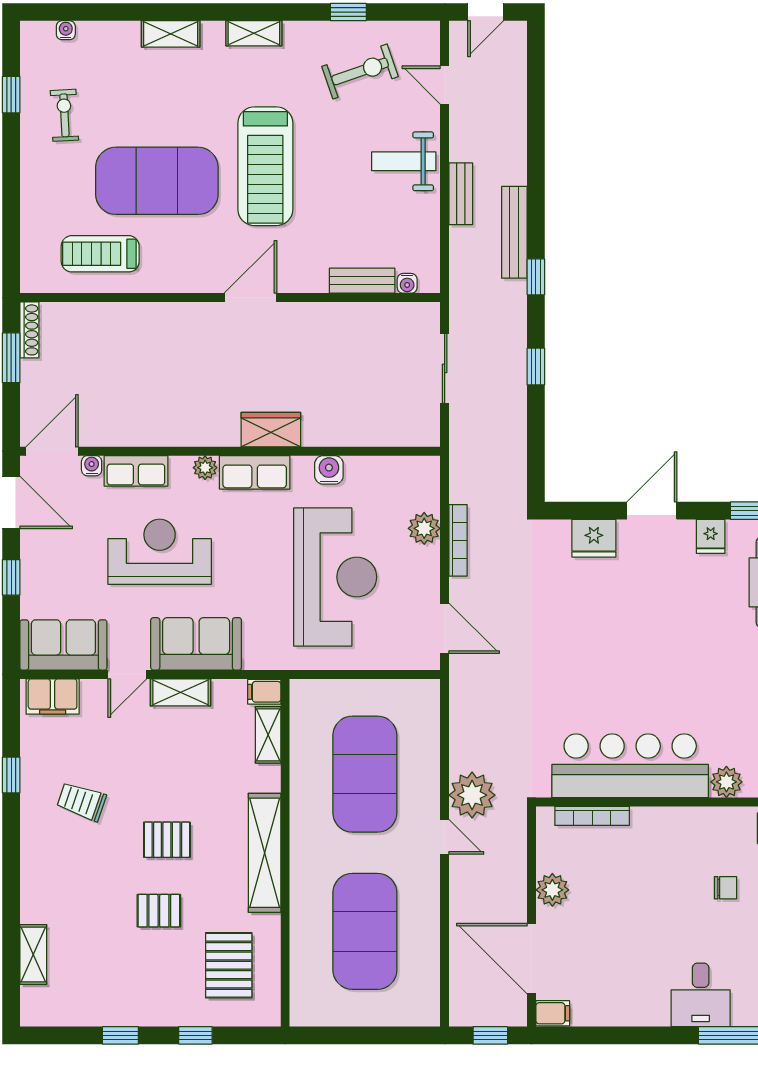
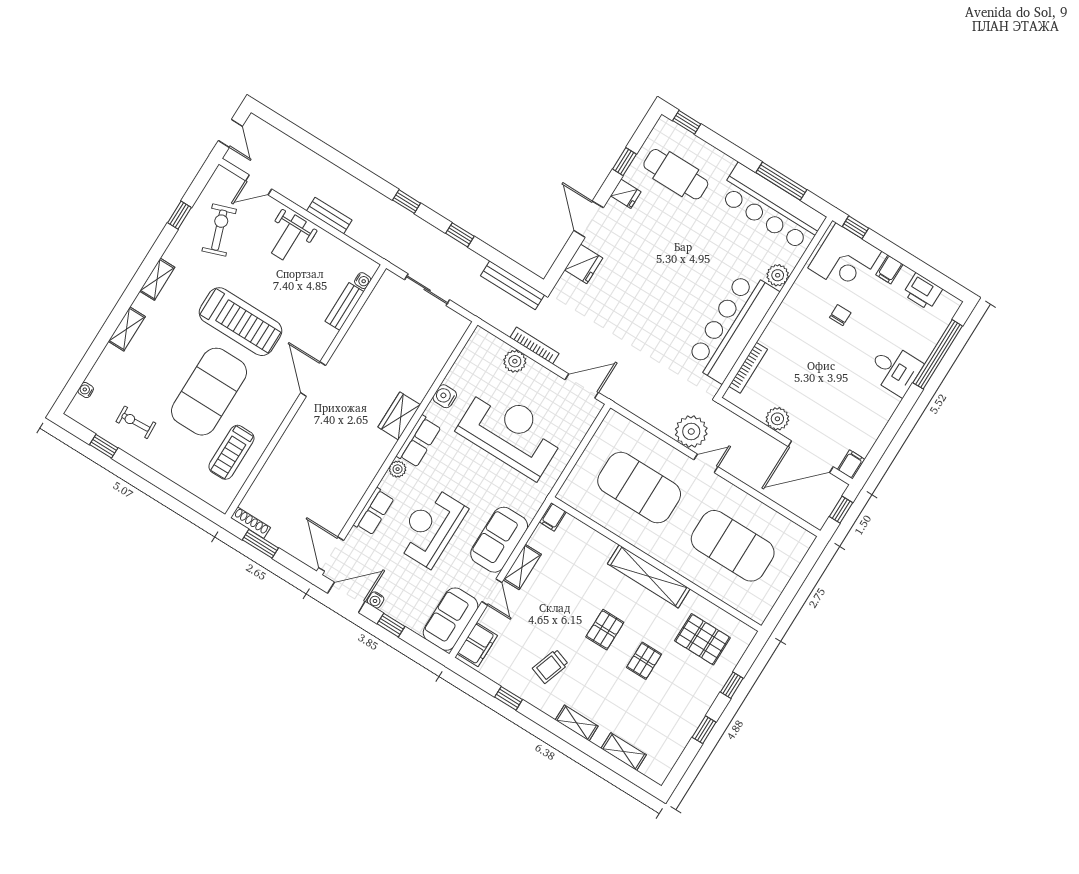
bench: (514, 232) -> (513, 285), moved
water cooler: (92, 466) -> (376, 600), moved, turned -90
shelving: (268, 735) -> (577, 723), moved

